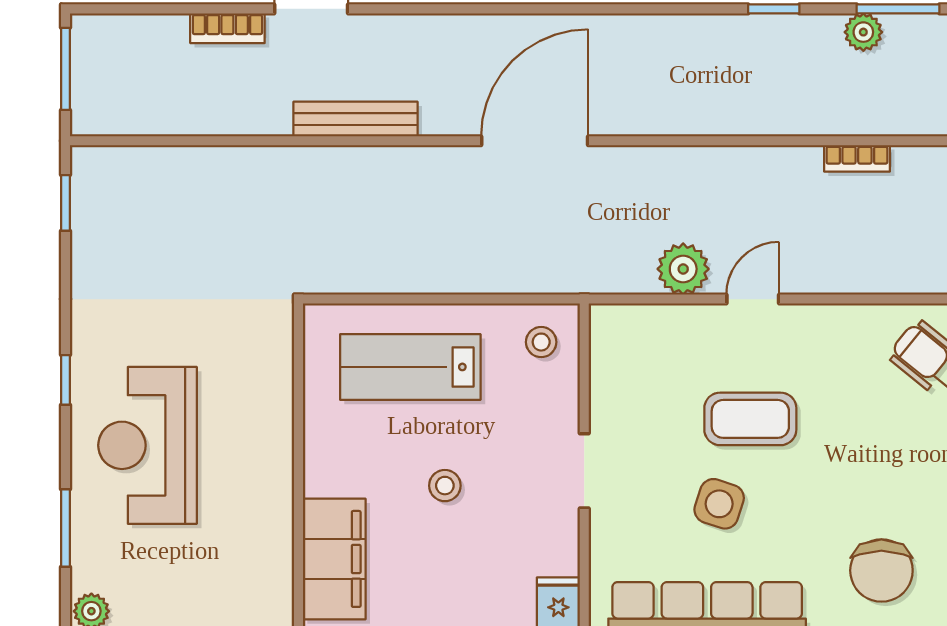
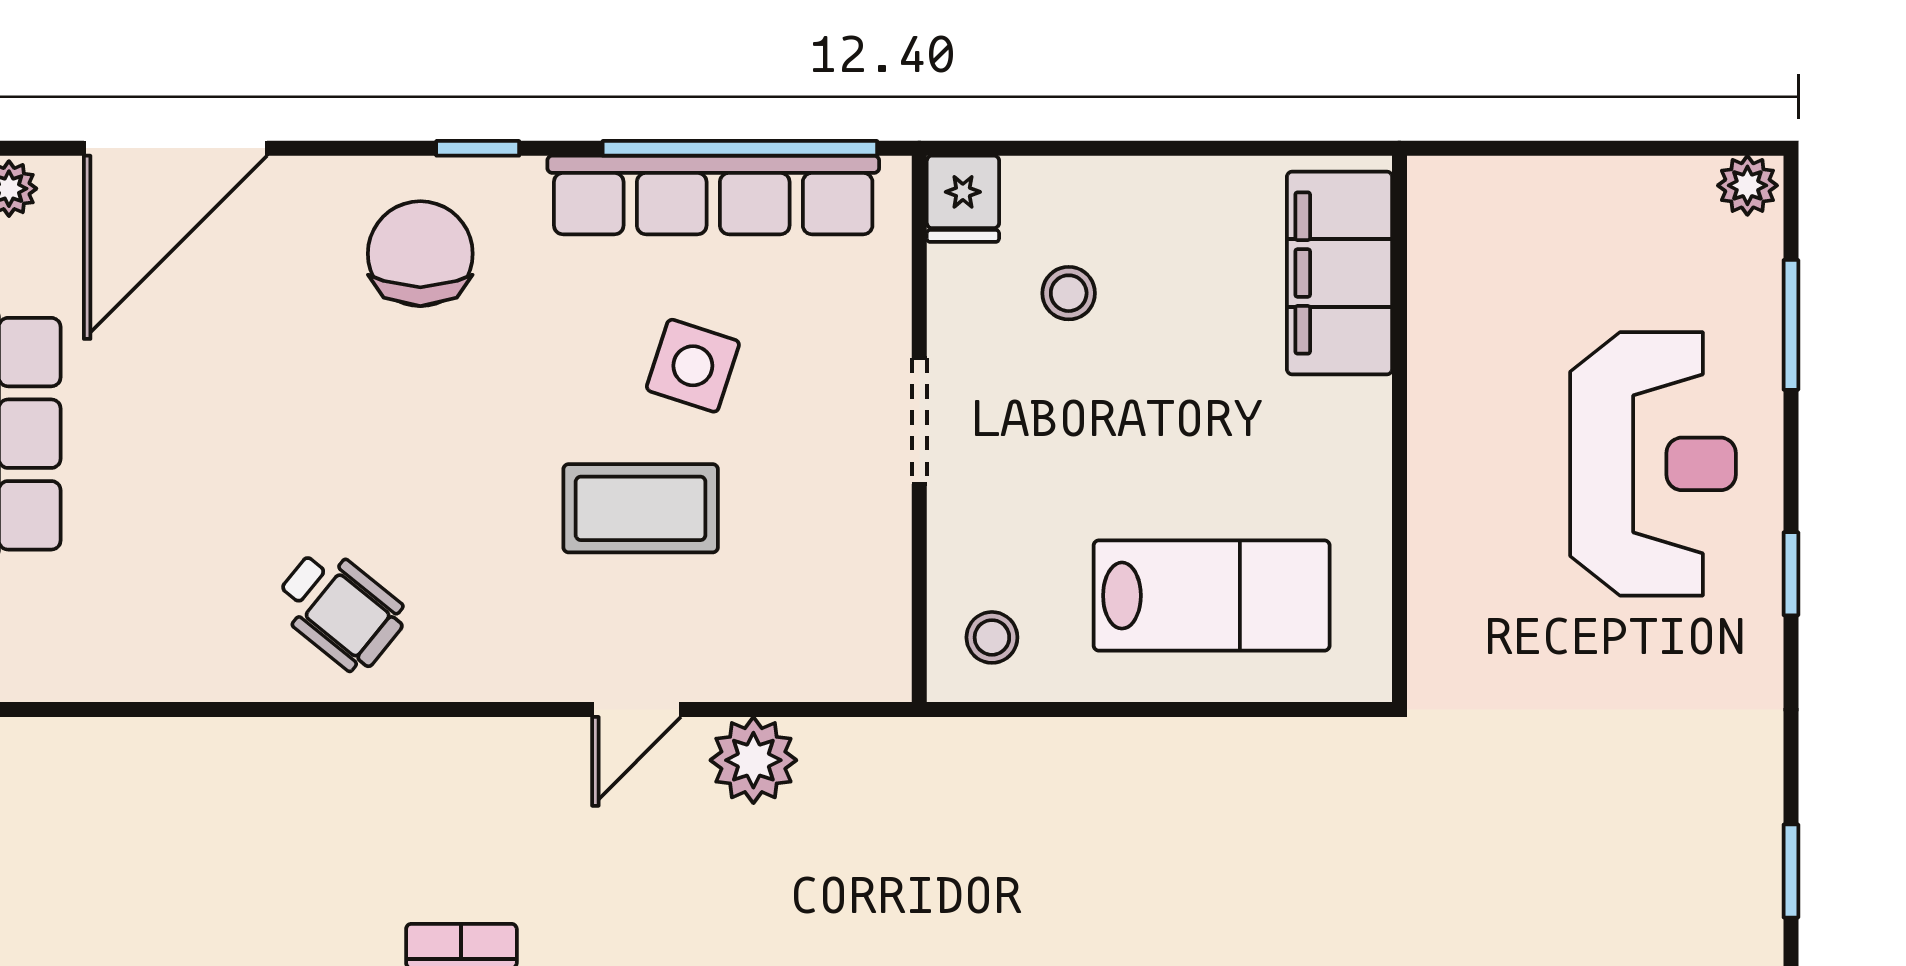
stool: (445, 486) -> (1069, 293), moved

